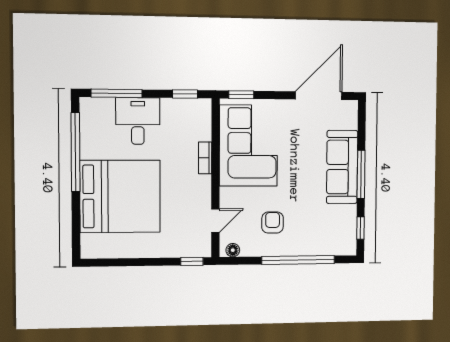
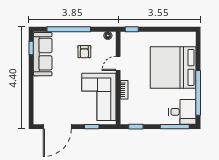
window: (241, 95) -> (92, 127), moved
desk: (138, 121) -> (182, 112), moved, turned -90
sofa: (342, 167) -> (43, 54), moved
window: (361, 174) -> (31, 80), removed
door: (215, 221) -> (118, 63), moved

